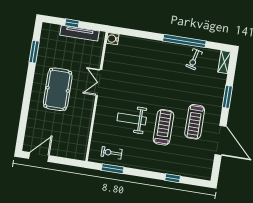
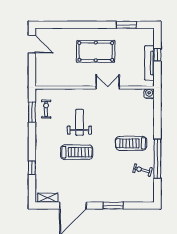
shelving: (224, 62) -> (48, 198), moved
treadmill: (195, 122) -> (131, 143), moved

